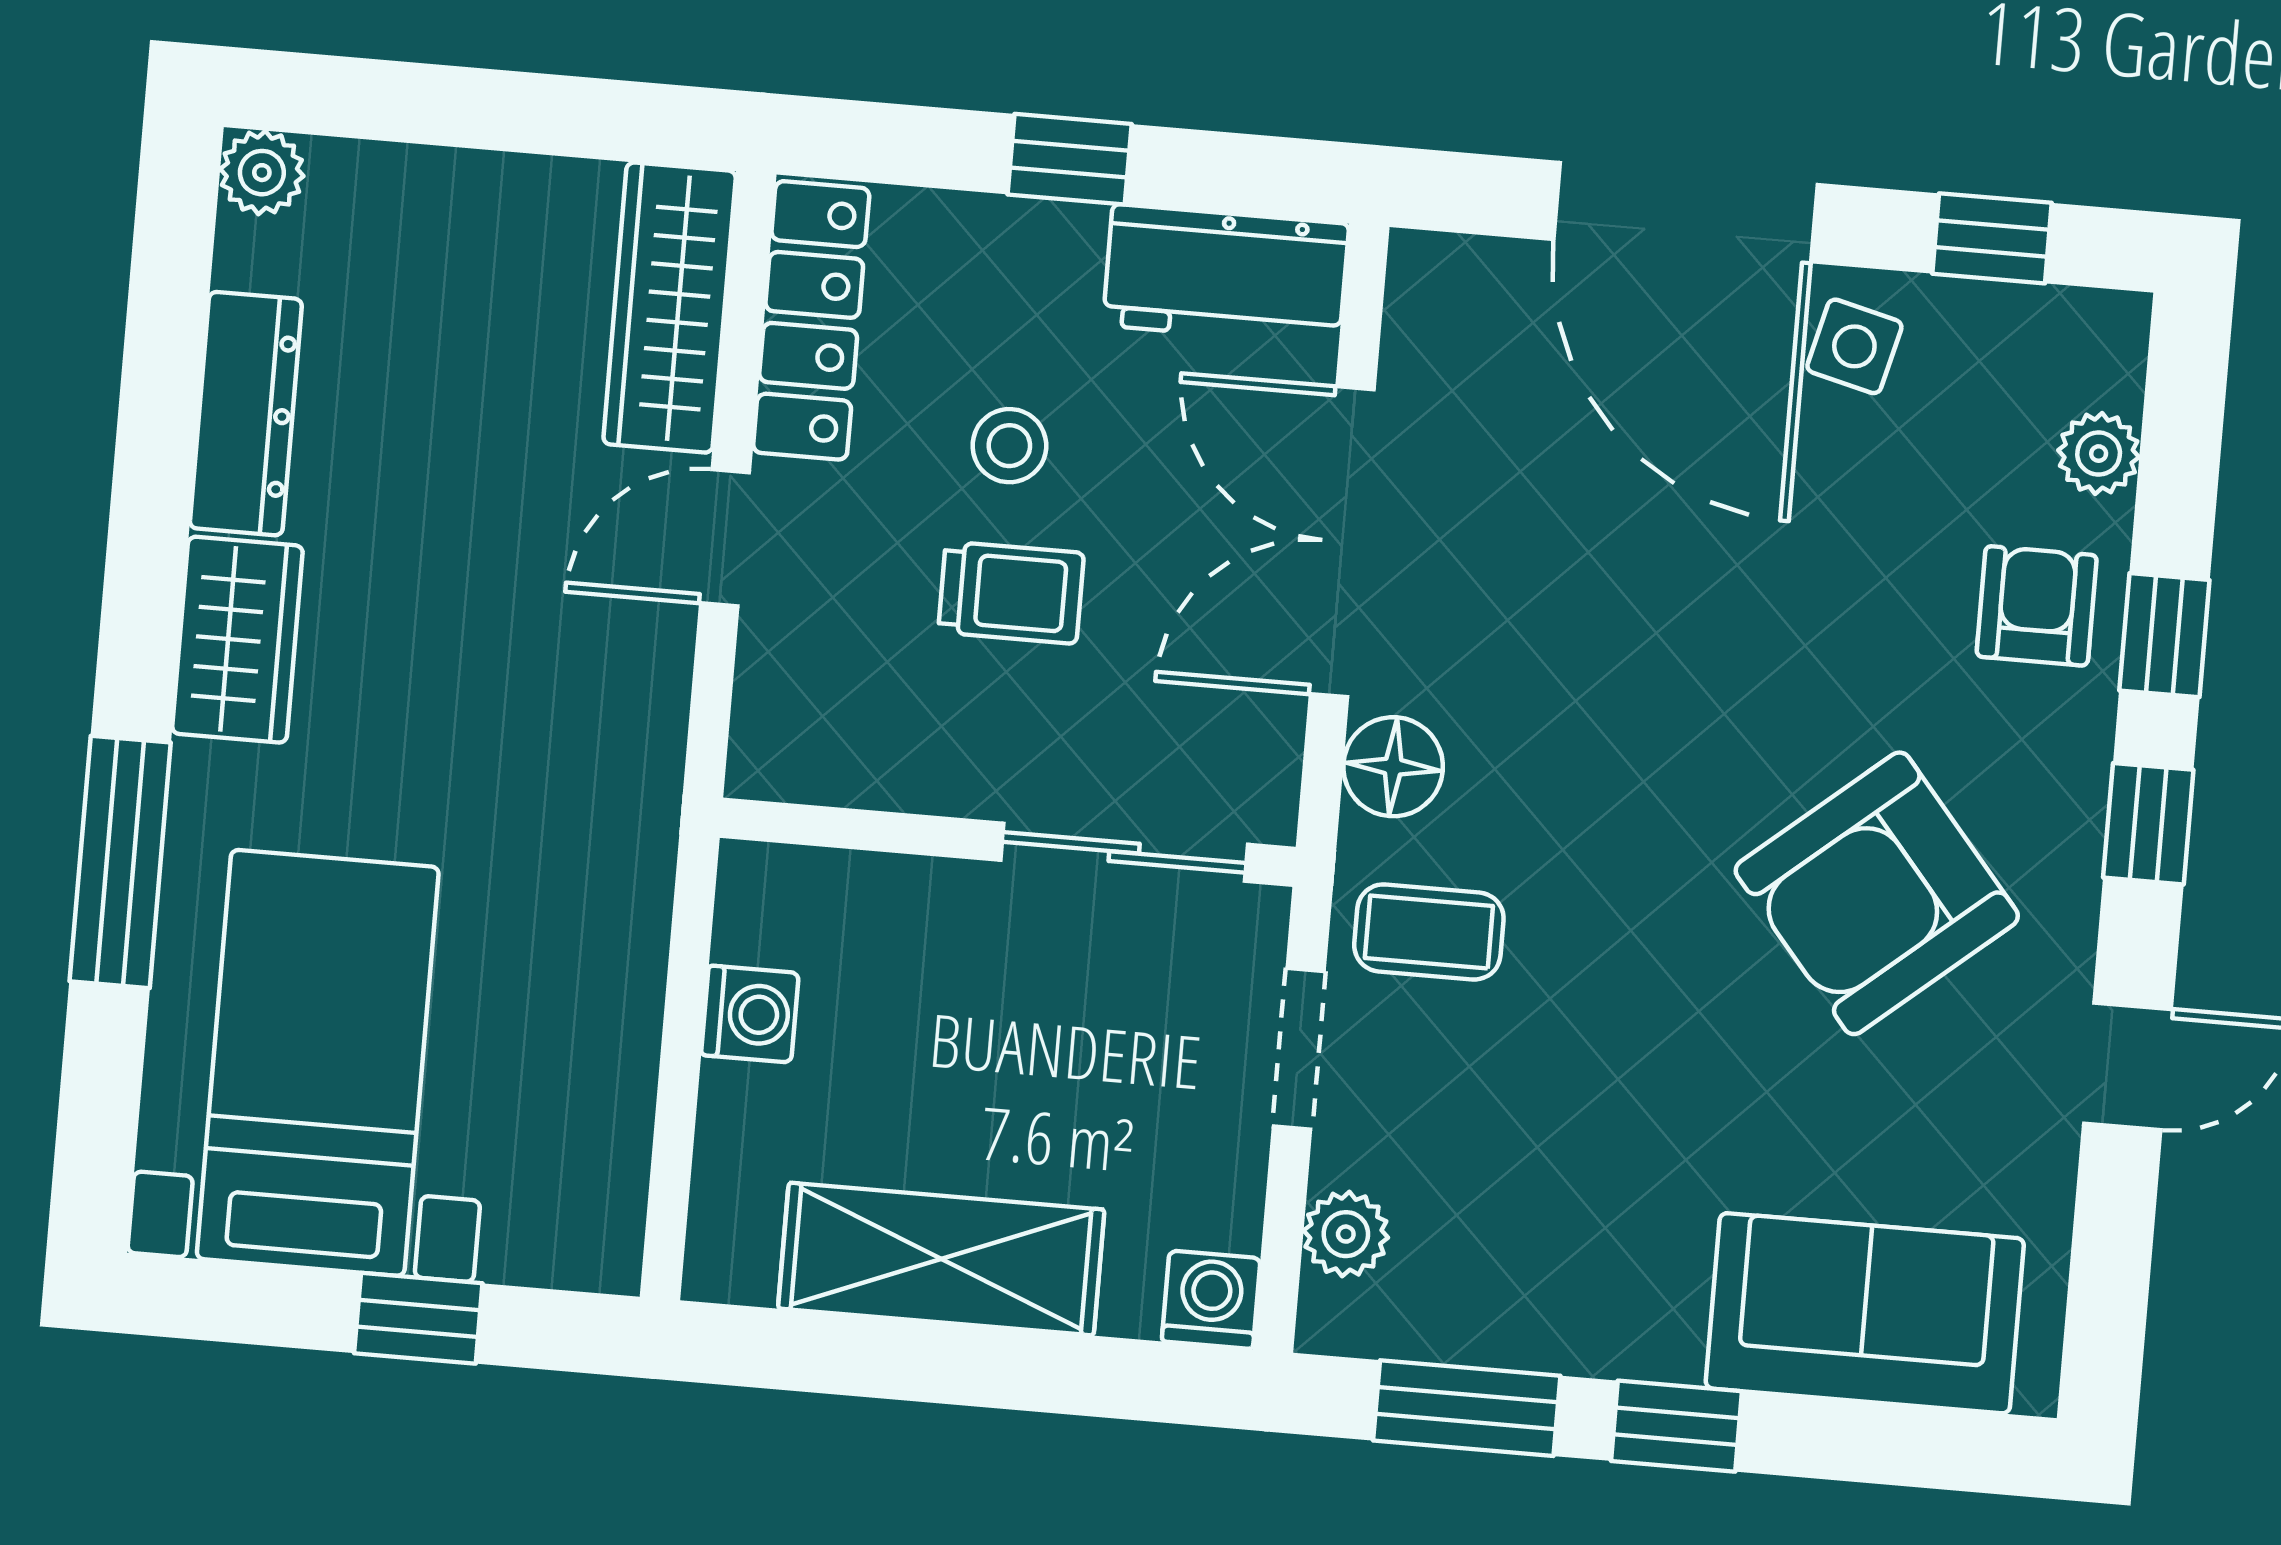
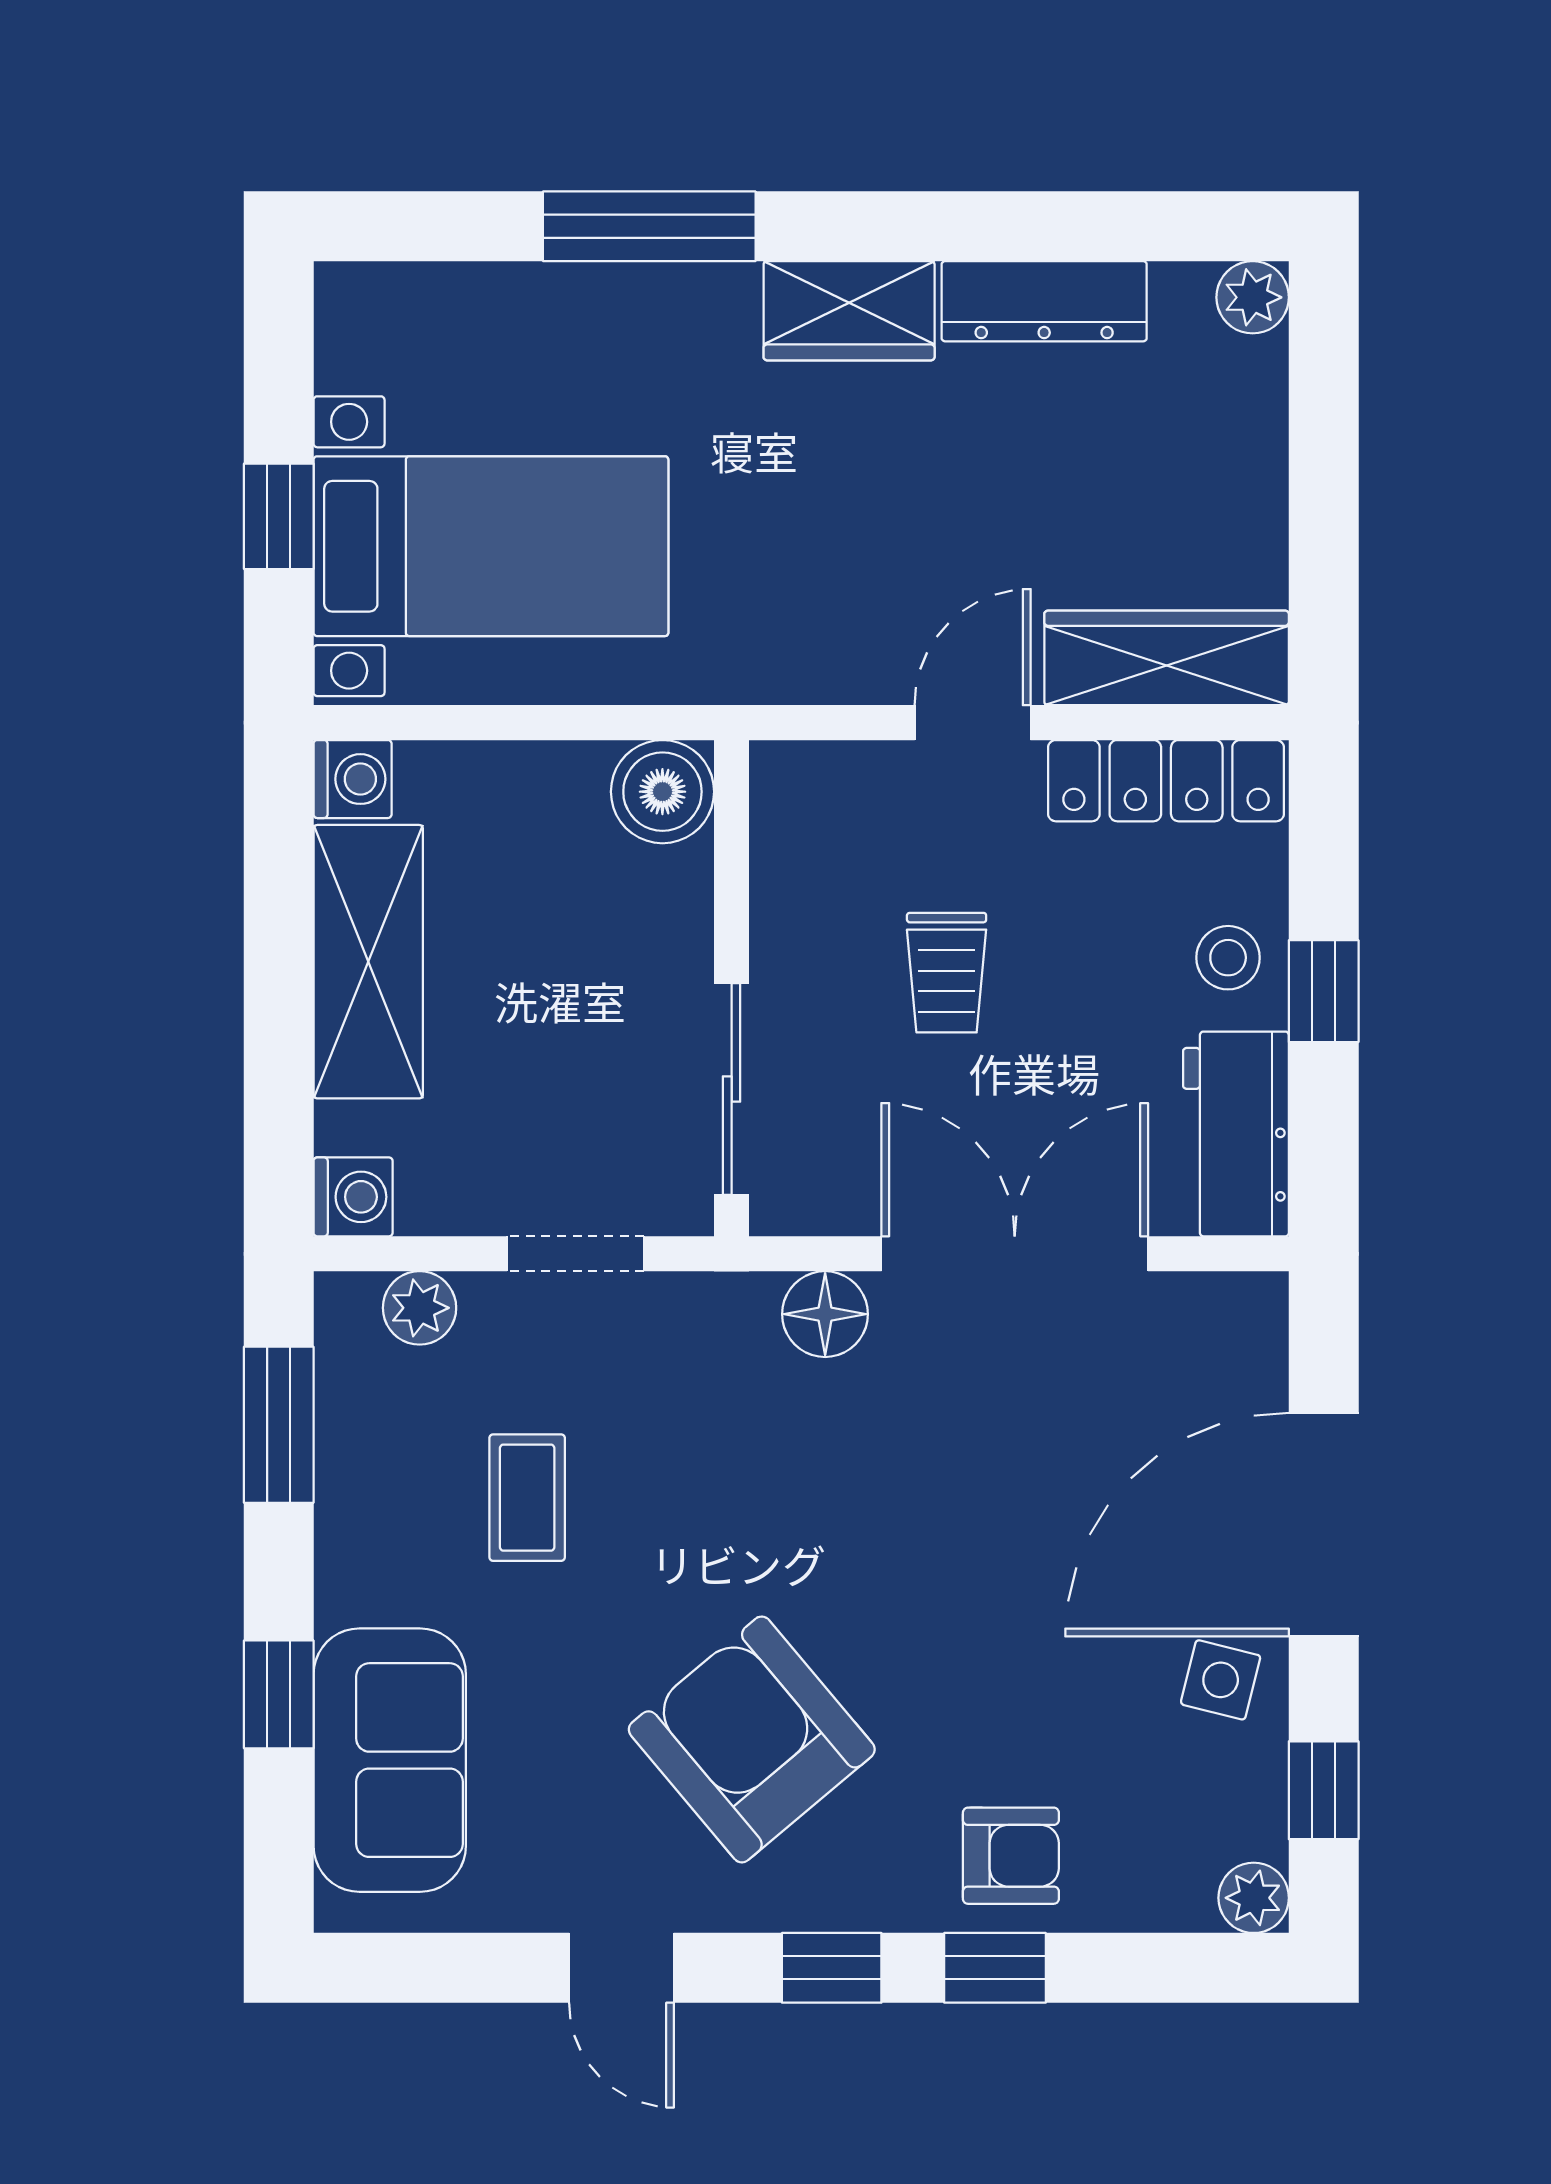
stool: (1009, 446) -> (1228, 958), moved
plant: (2099, 454) -> (1254, 1898), moved
door: (725, 538) -> (973, 723), hinge flipped
boiler: (774, 903) -> (662, 792), added
coffee table: (1429, 932) -> (527, 1498), moved
washing machine: (750, 1014) -> (353, 779), moved, turned -90
bed with nightstands: (318, 1063) -> (491, 546), moved
window: (1676, 1426) -> (279, 1694), moved

